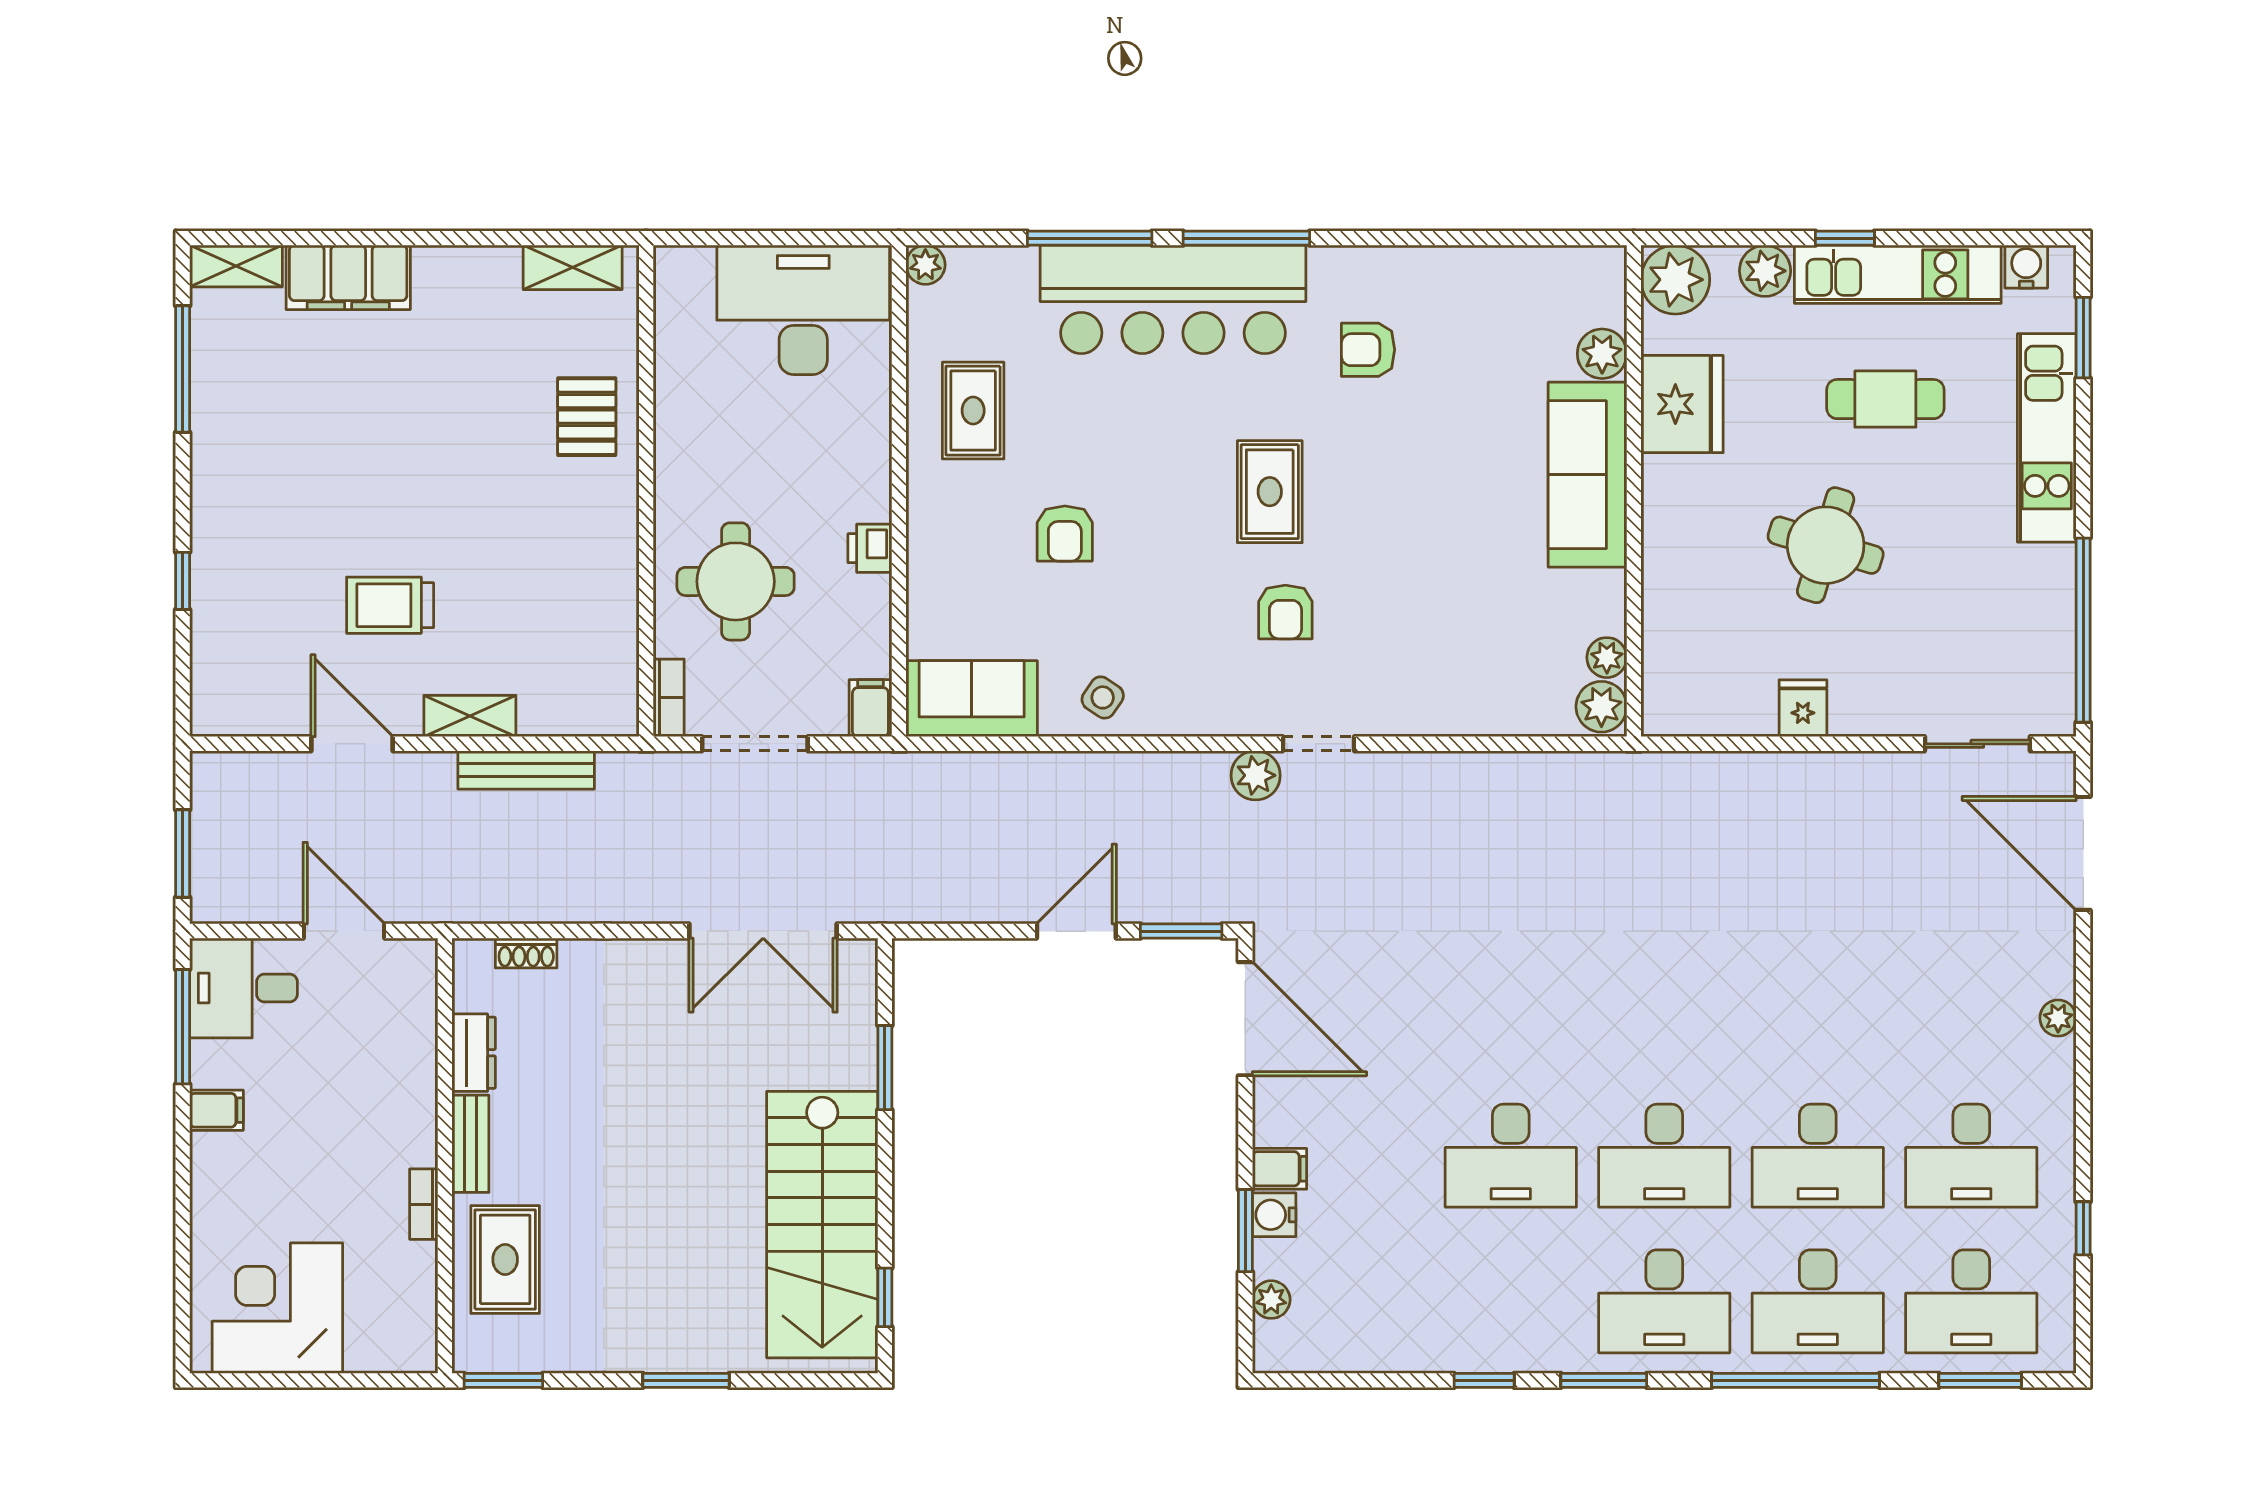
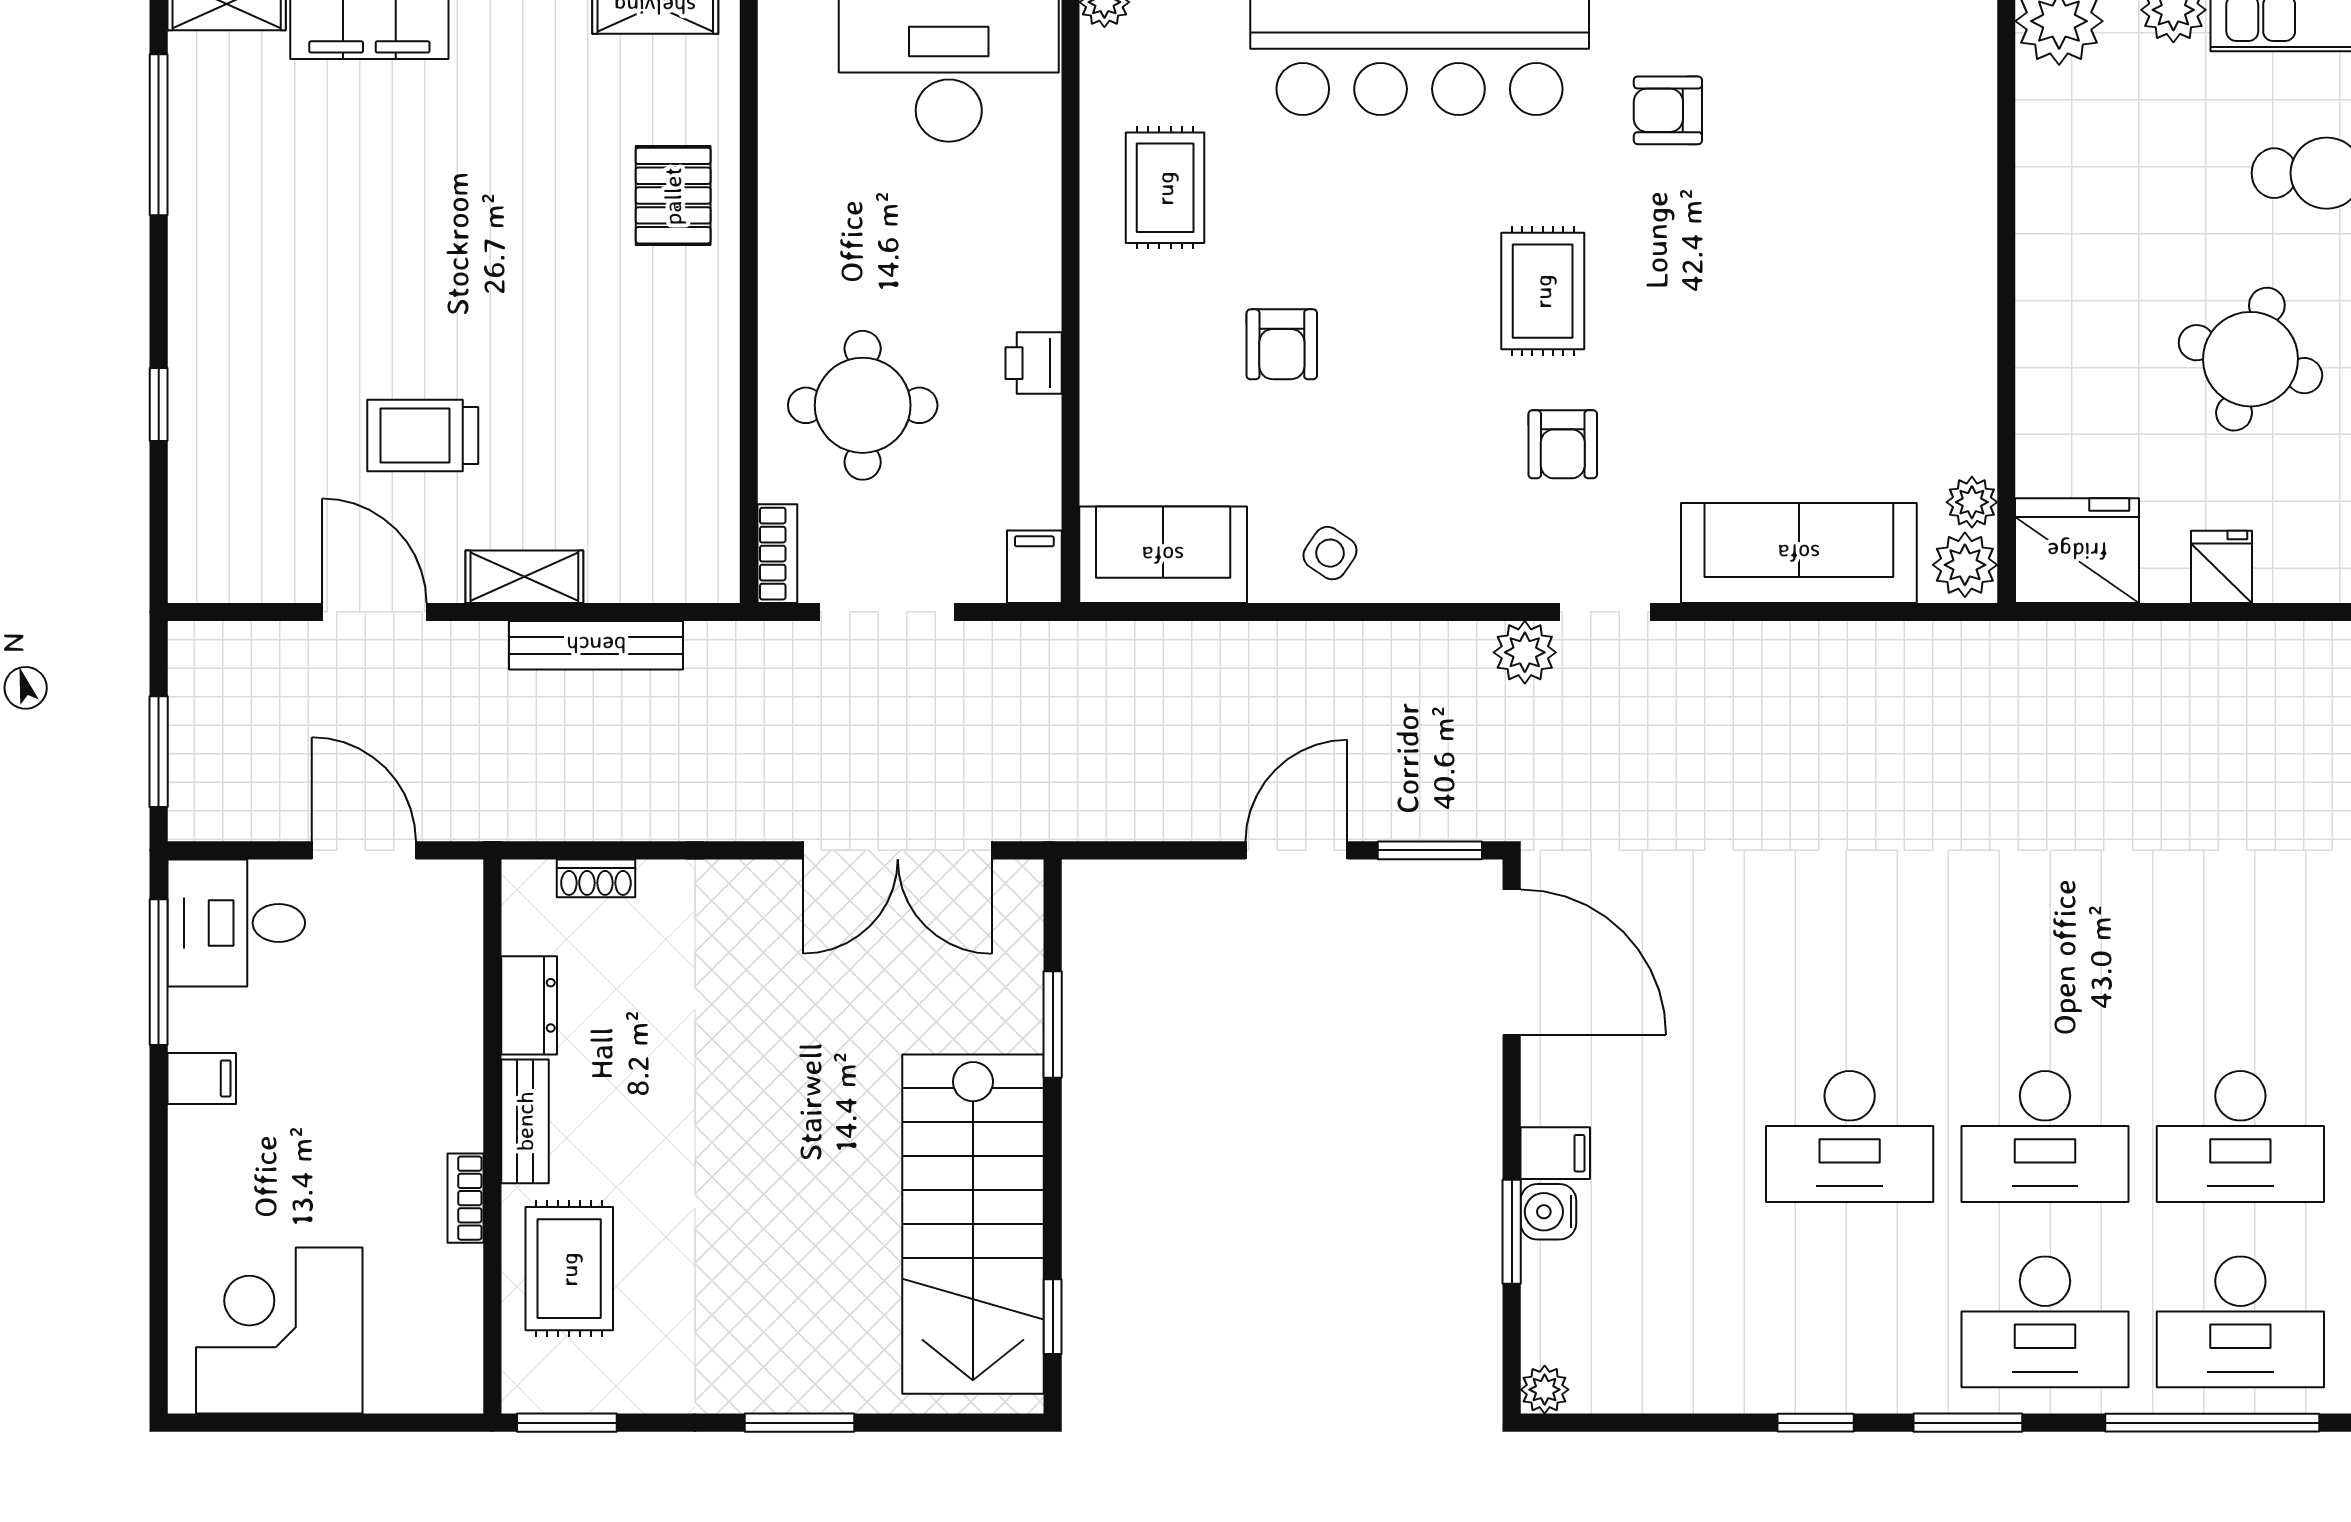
plant: (1602, 354) -> (1966, 115), removed
fridge: (1682, 404) -> (2077, 551), moved, turned -90
sofa: (1587, 475) -> (1799, 553), moved, turned 90
plant: (1271, 1300) -> (1545, 1390), moved

